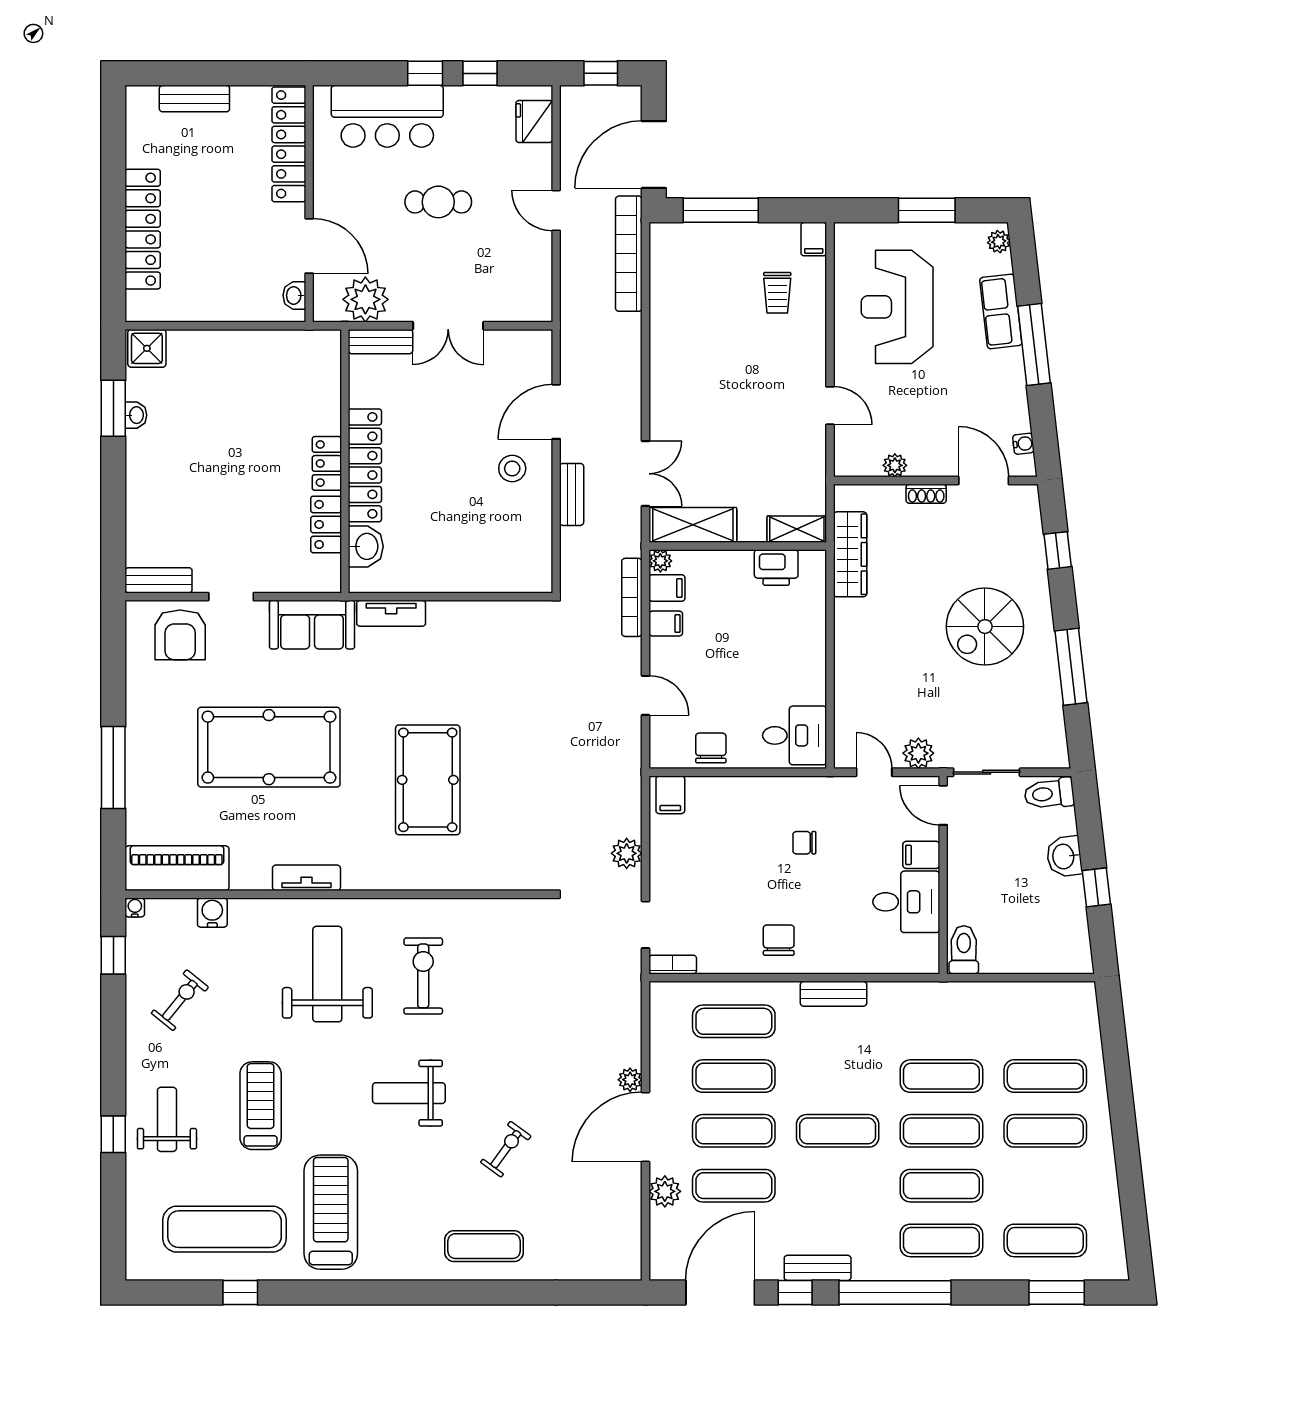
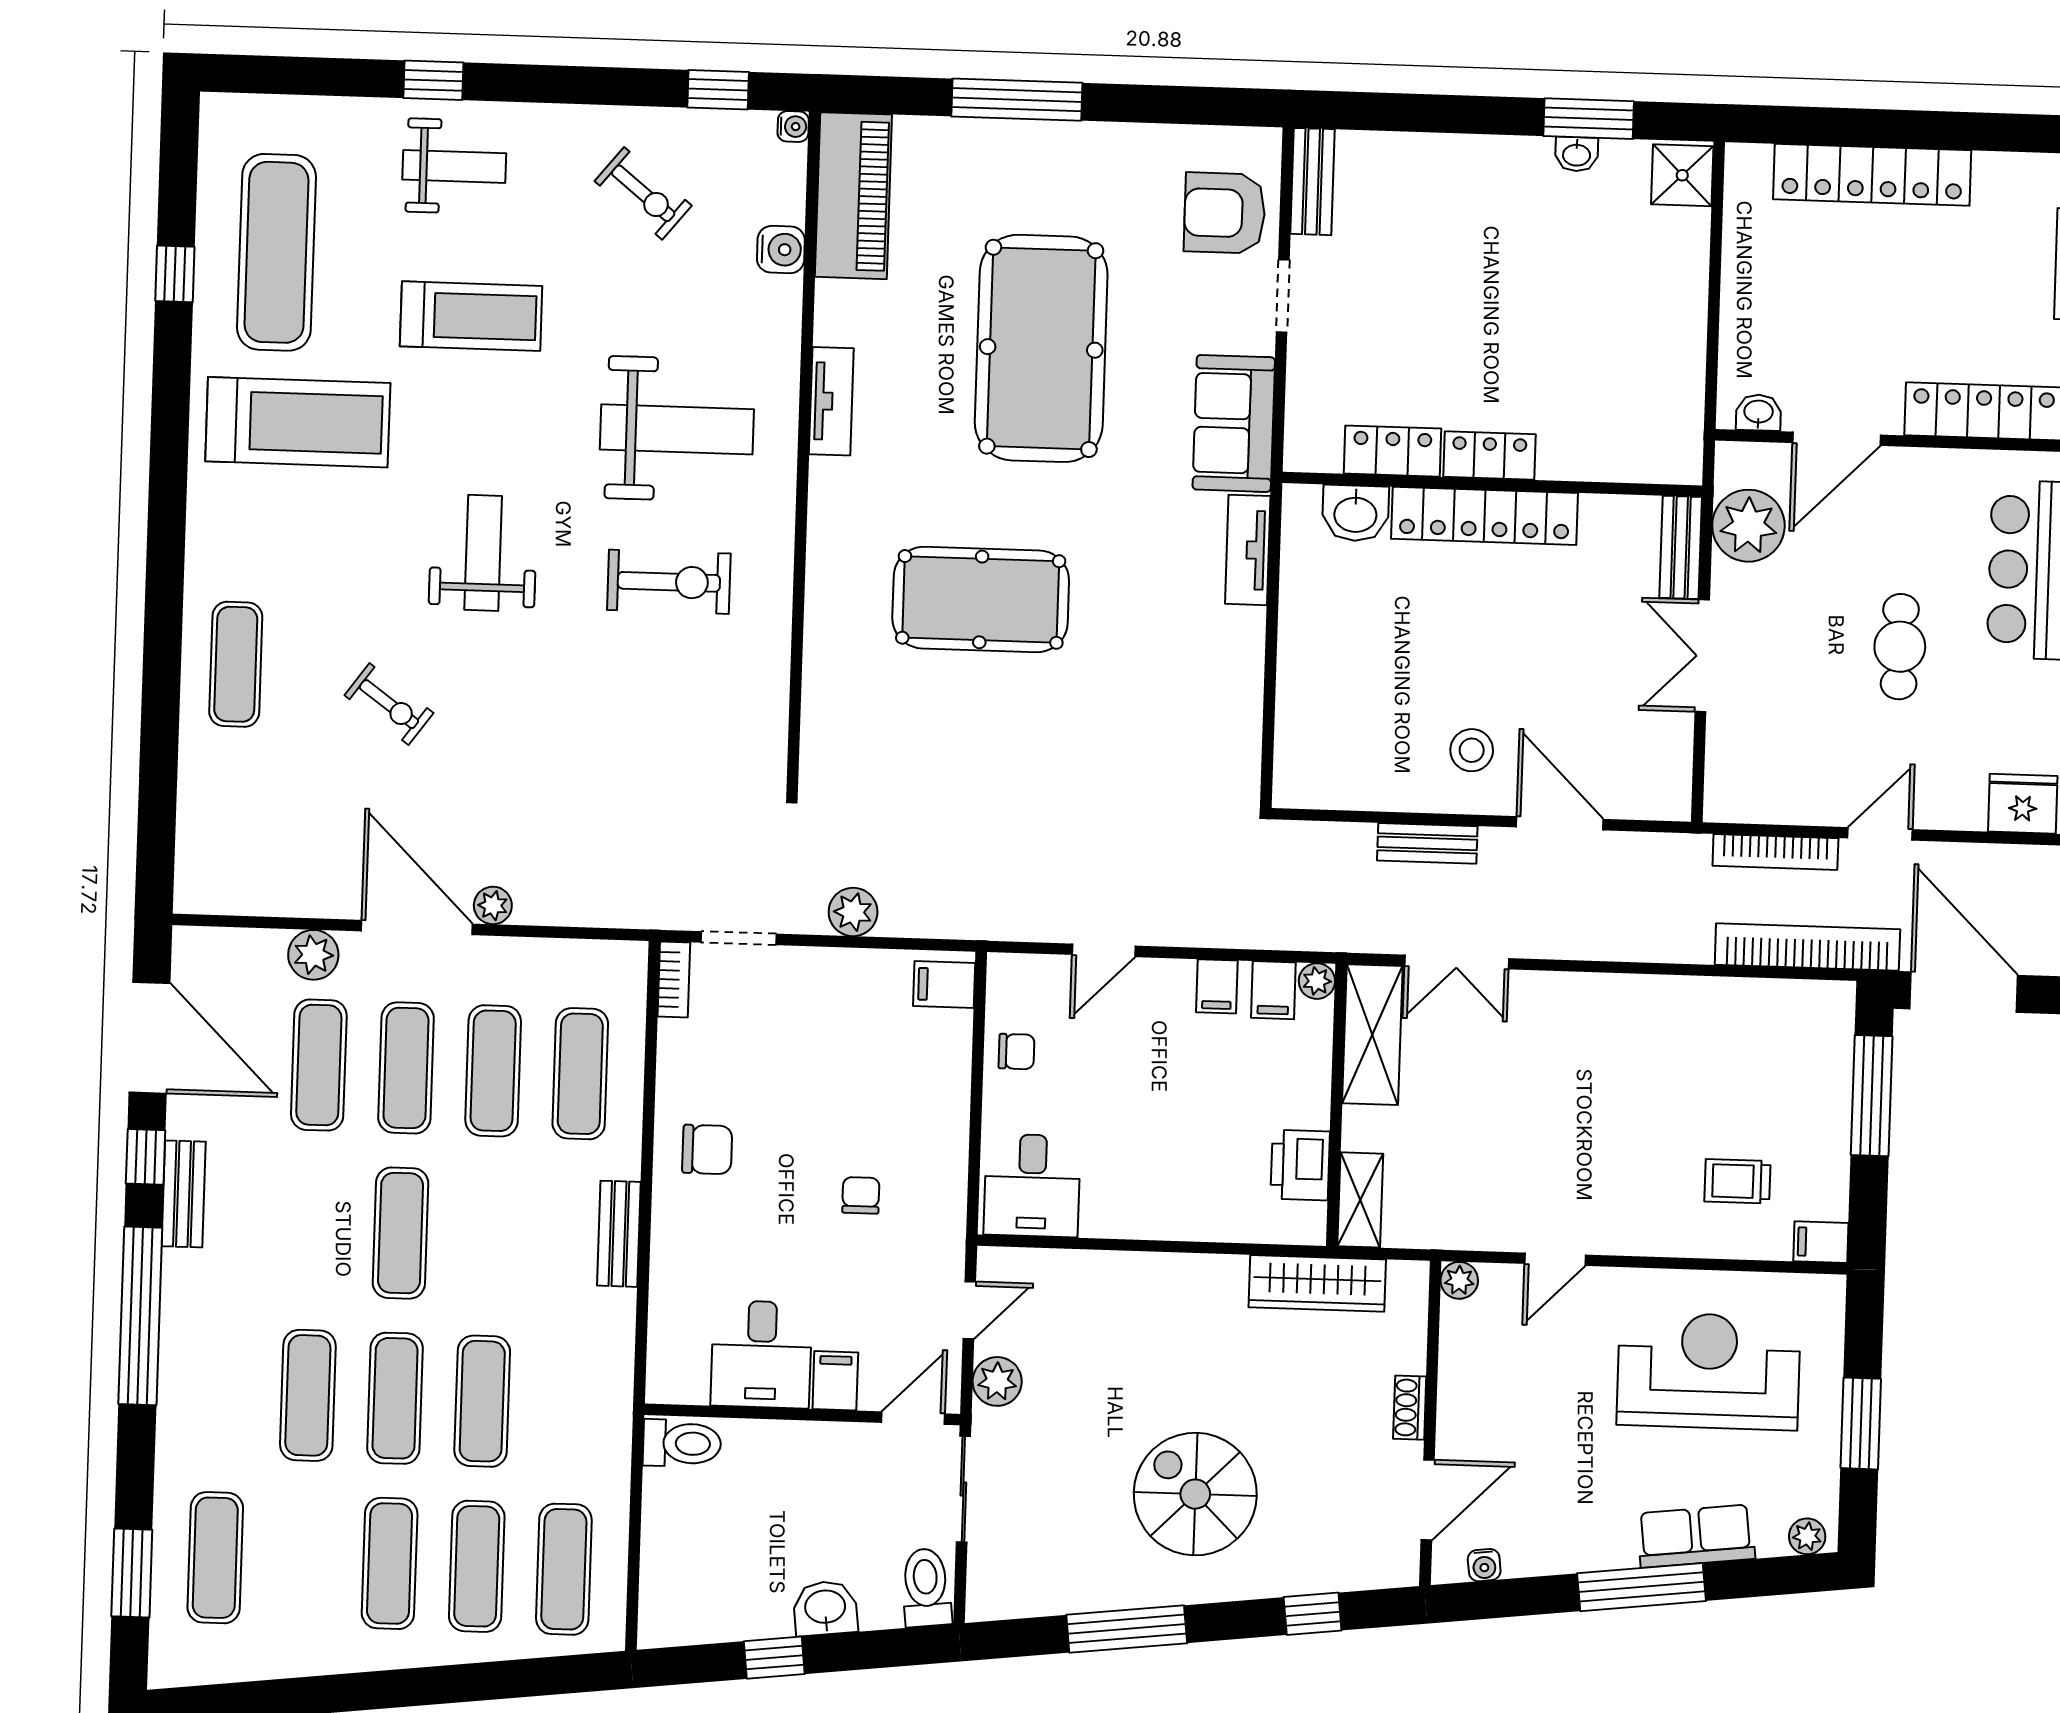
plant: (895, 465) -> (1459, 1280), moved
bookcase: (632, 597) -> (1775, 852), moved, turned 180
chair: (711, 748) -> (1017, 1052), width x0.73, depth x0.73
exercise mat: (941, 1240) -> (564, 1569), moved

